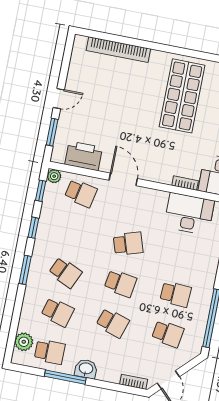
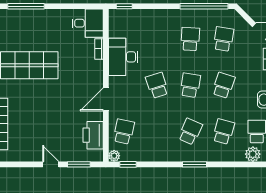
desk: (189, 214) -> (123, 57), moved
window: (33, 228) -> (159, 164), removed

